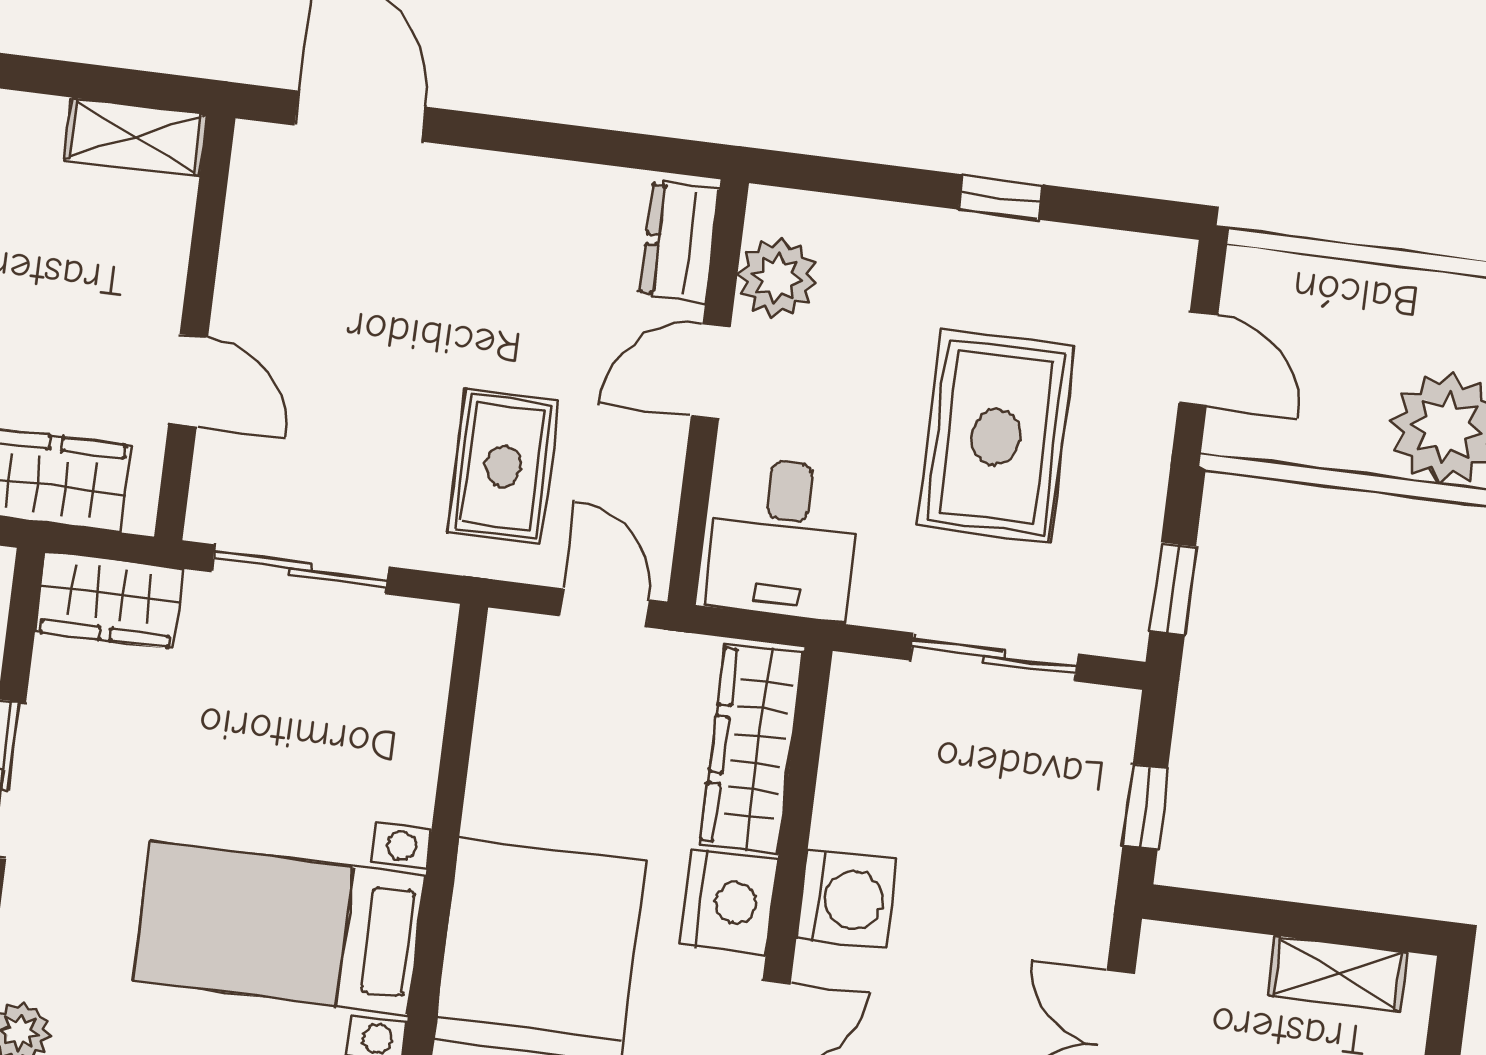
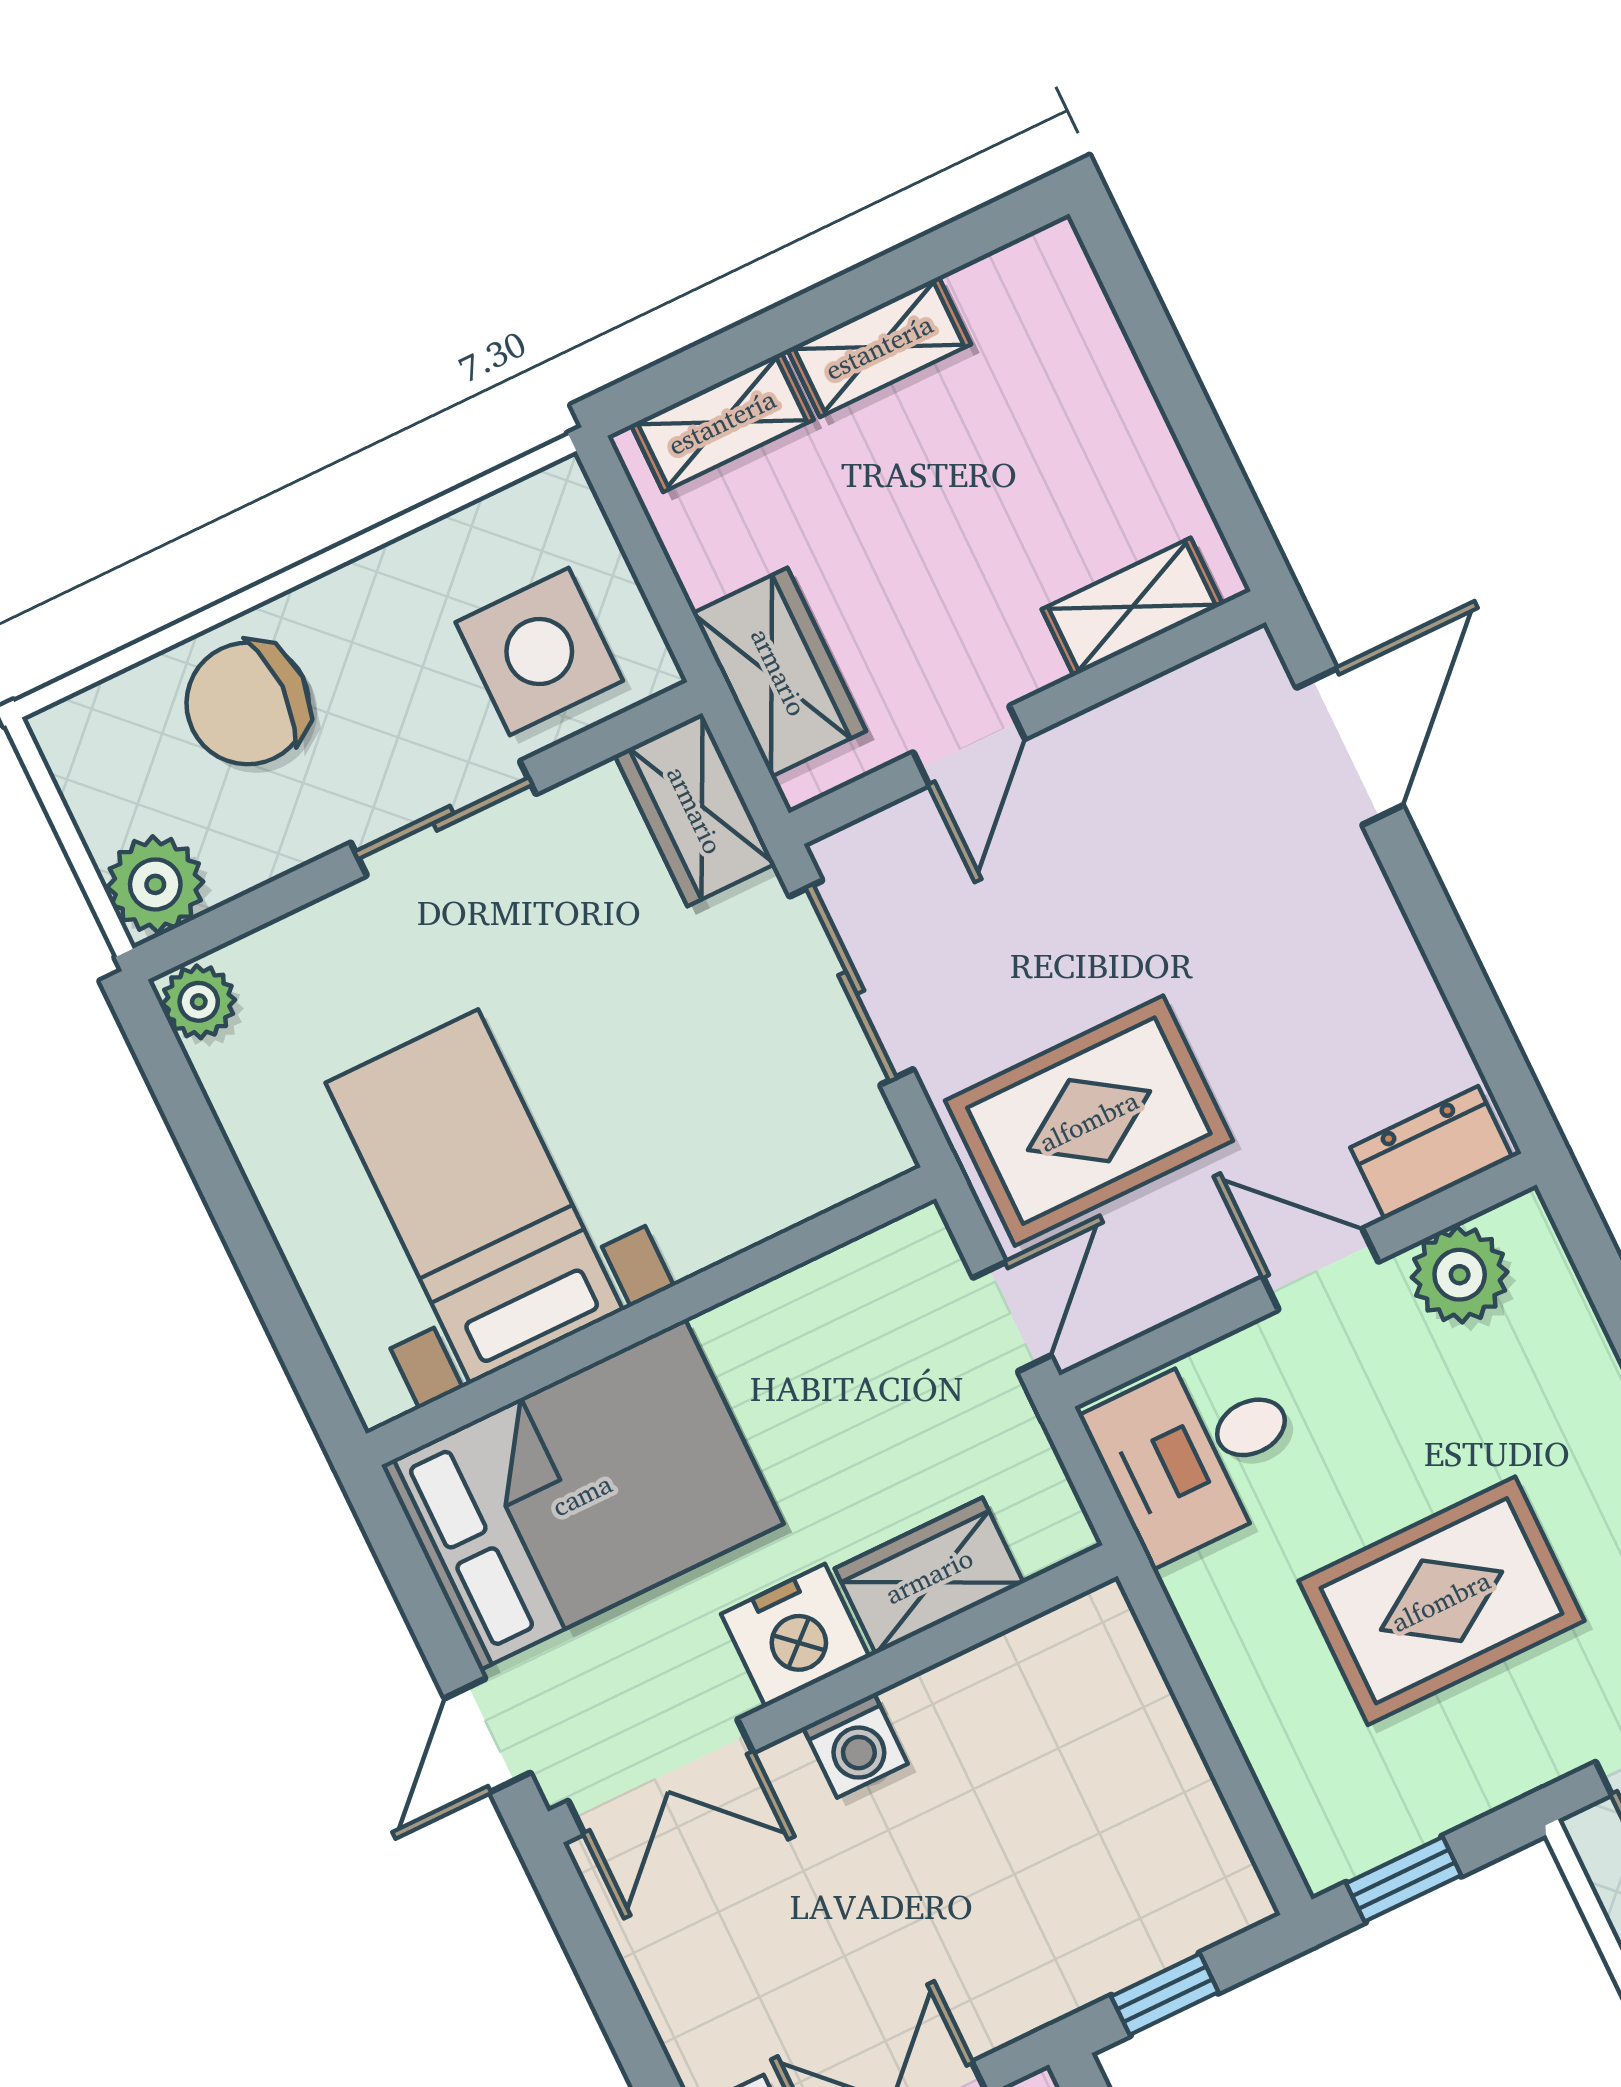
shelving: (136, 137) -> (1132, 607), moved, turned 90
rug: (503, 466) -> (1089, 1121), width x1.36, depth x1.43
sliding door: (994, 657) -> (1217, 1743), removed
wardrobe: (752, 748) -> (929, 1576), width x0.67
washing machine: (847, 899) -> (855, 1745), width x0.73, depth x0.73

